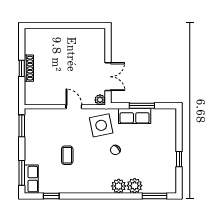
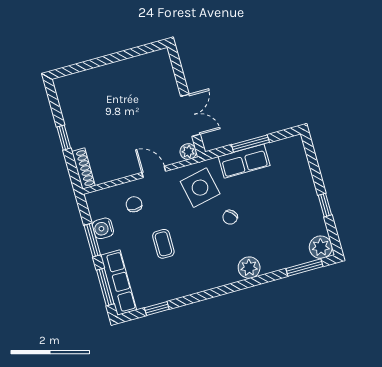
shoe rack: (29, 68) -> (83, 168), moved
chair: (55, 124) -> (134, 204), added
window: (22, 126) -> (92, 240), moved
water cooler: (31, 134) -> (103, 228), added
row of seats: (31, 179) -> (119, 283), width x1.48
plant: (135, 186) -> (321, 247), moved

